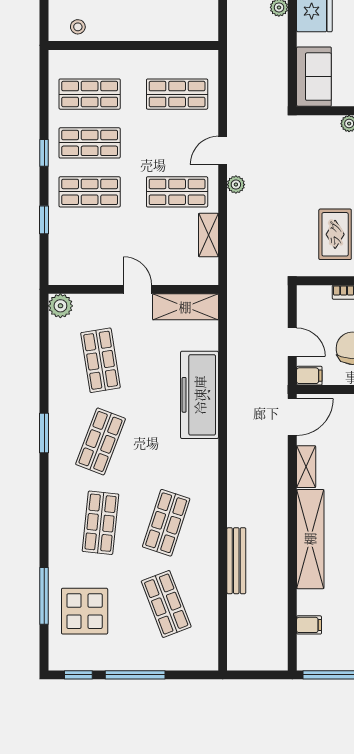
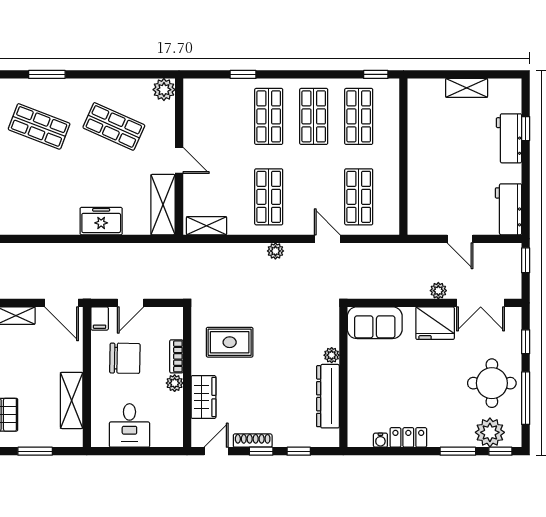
stool: (78, 27) -> (421, 106), removed
door: (223, 150) -> (327, 239), moved
window: (44, 153) -> (376, 74), moved
shelving: (208, 235) -> (207, 226), moved
door: (138, 289) -> (179, 160), hinge flipped
shop shelf: (101, 360) -> (114, 126), turned 33
freezer: (200, 395) -> (101, 221), width x0.52, depth x0.79

